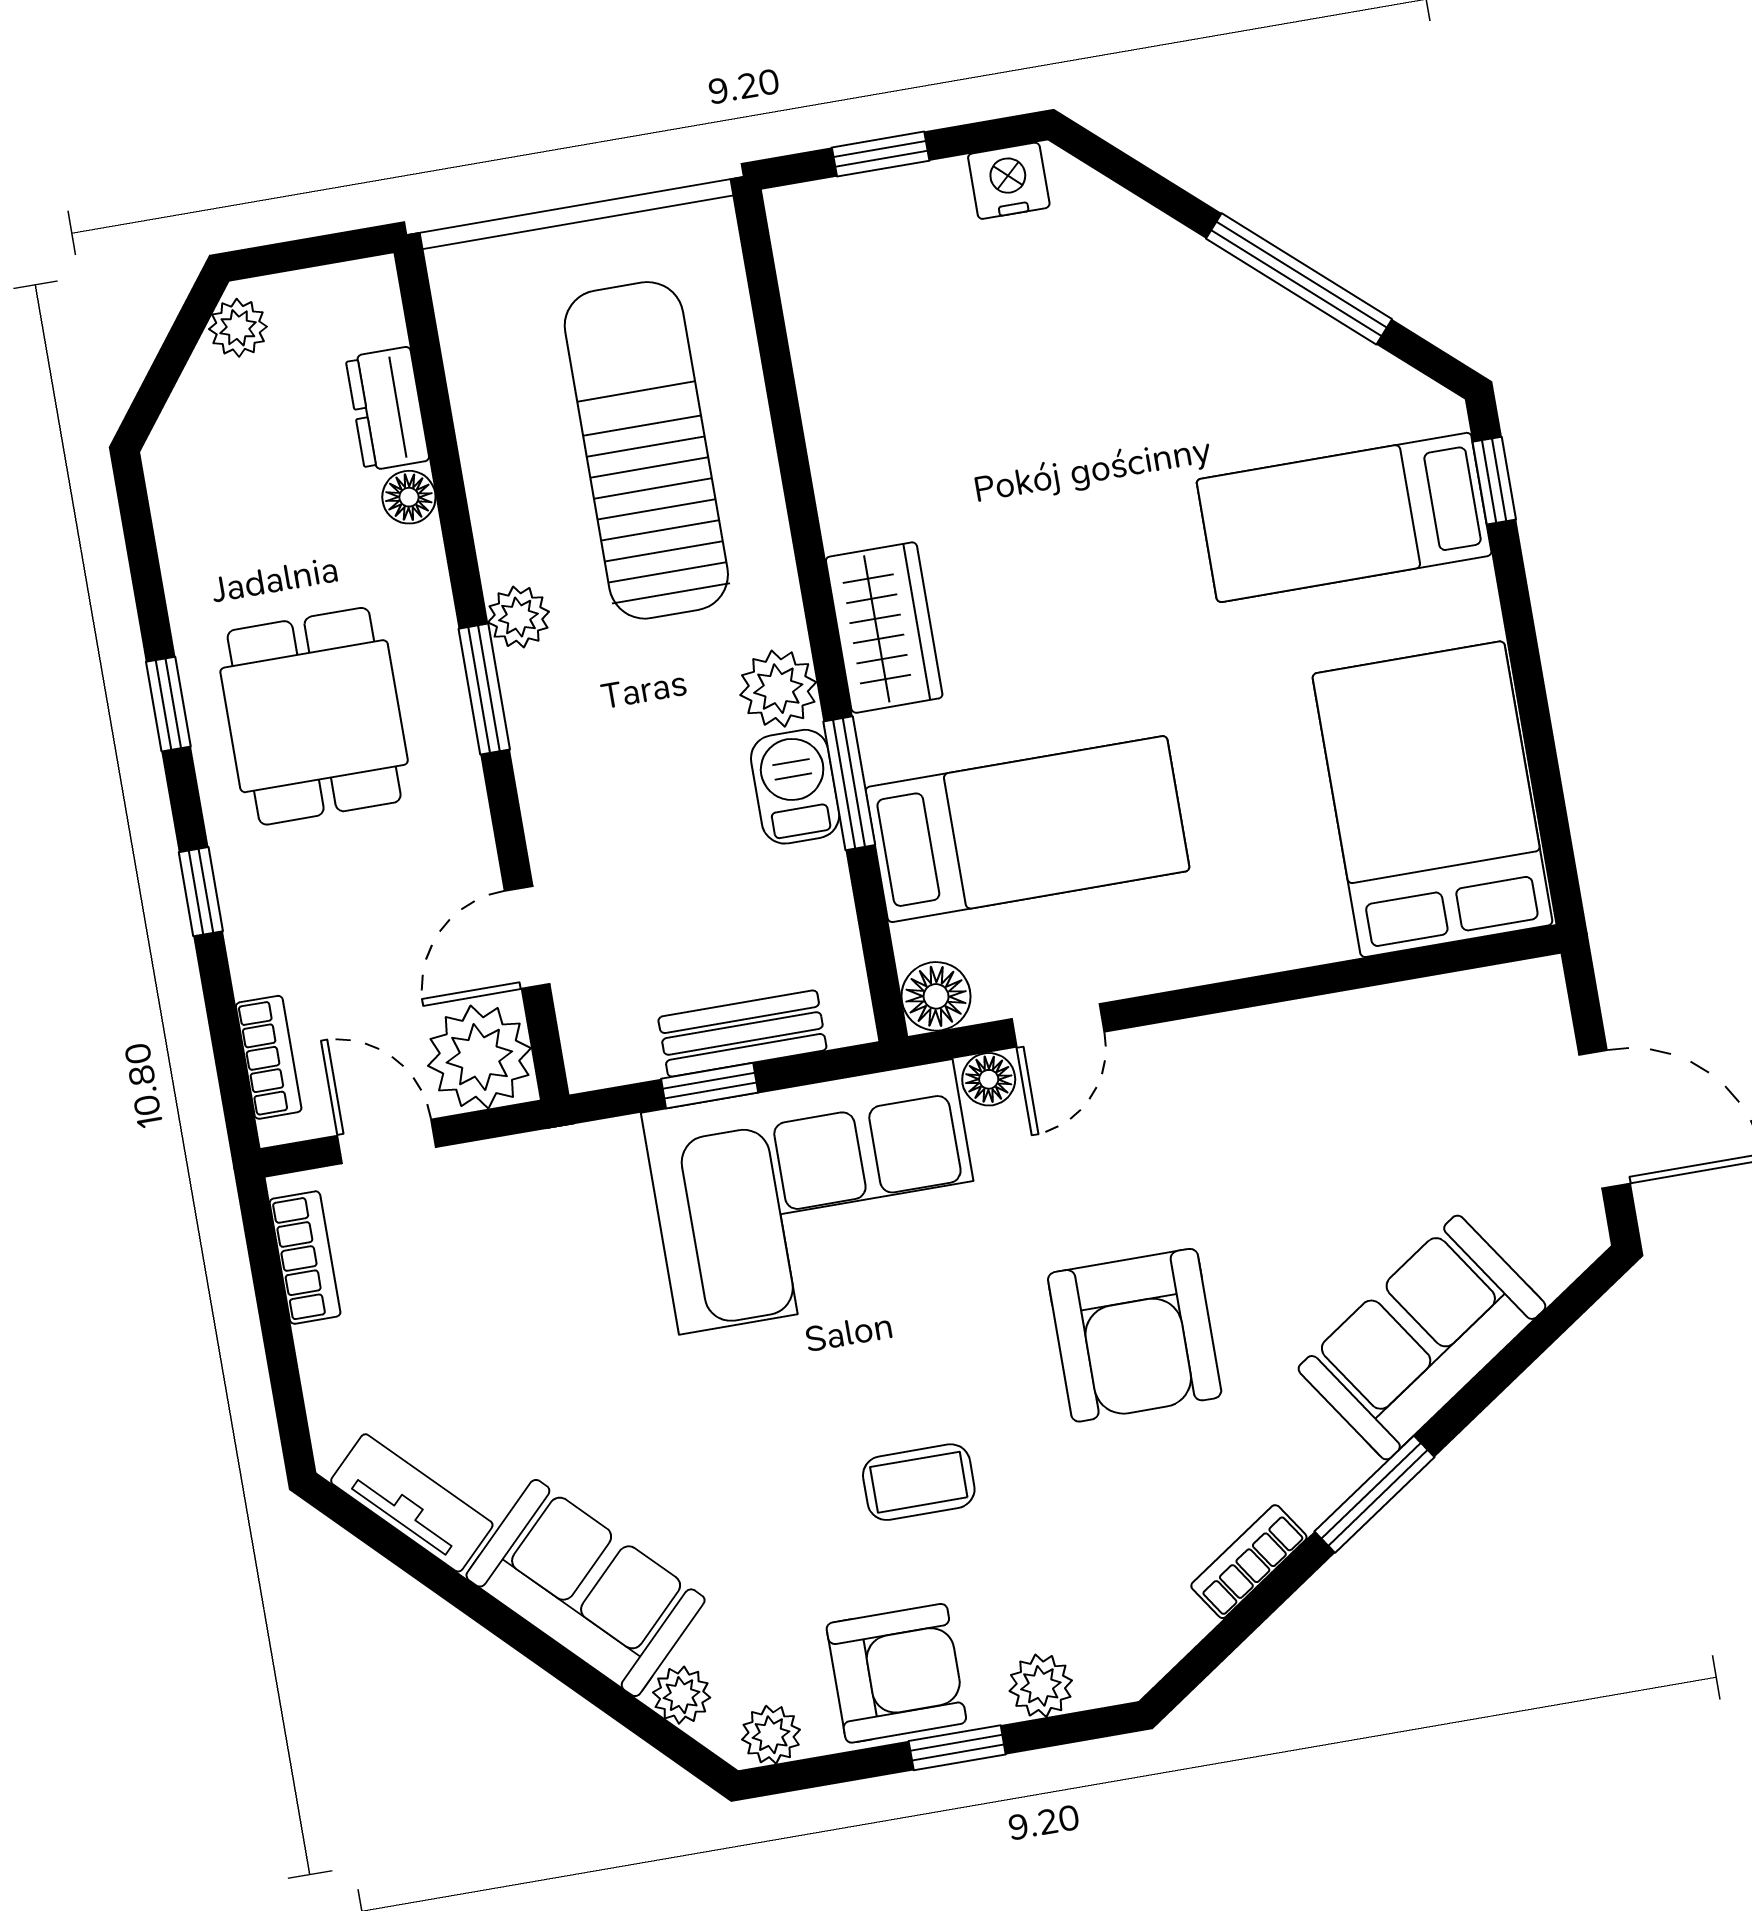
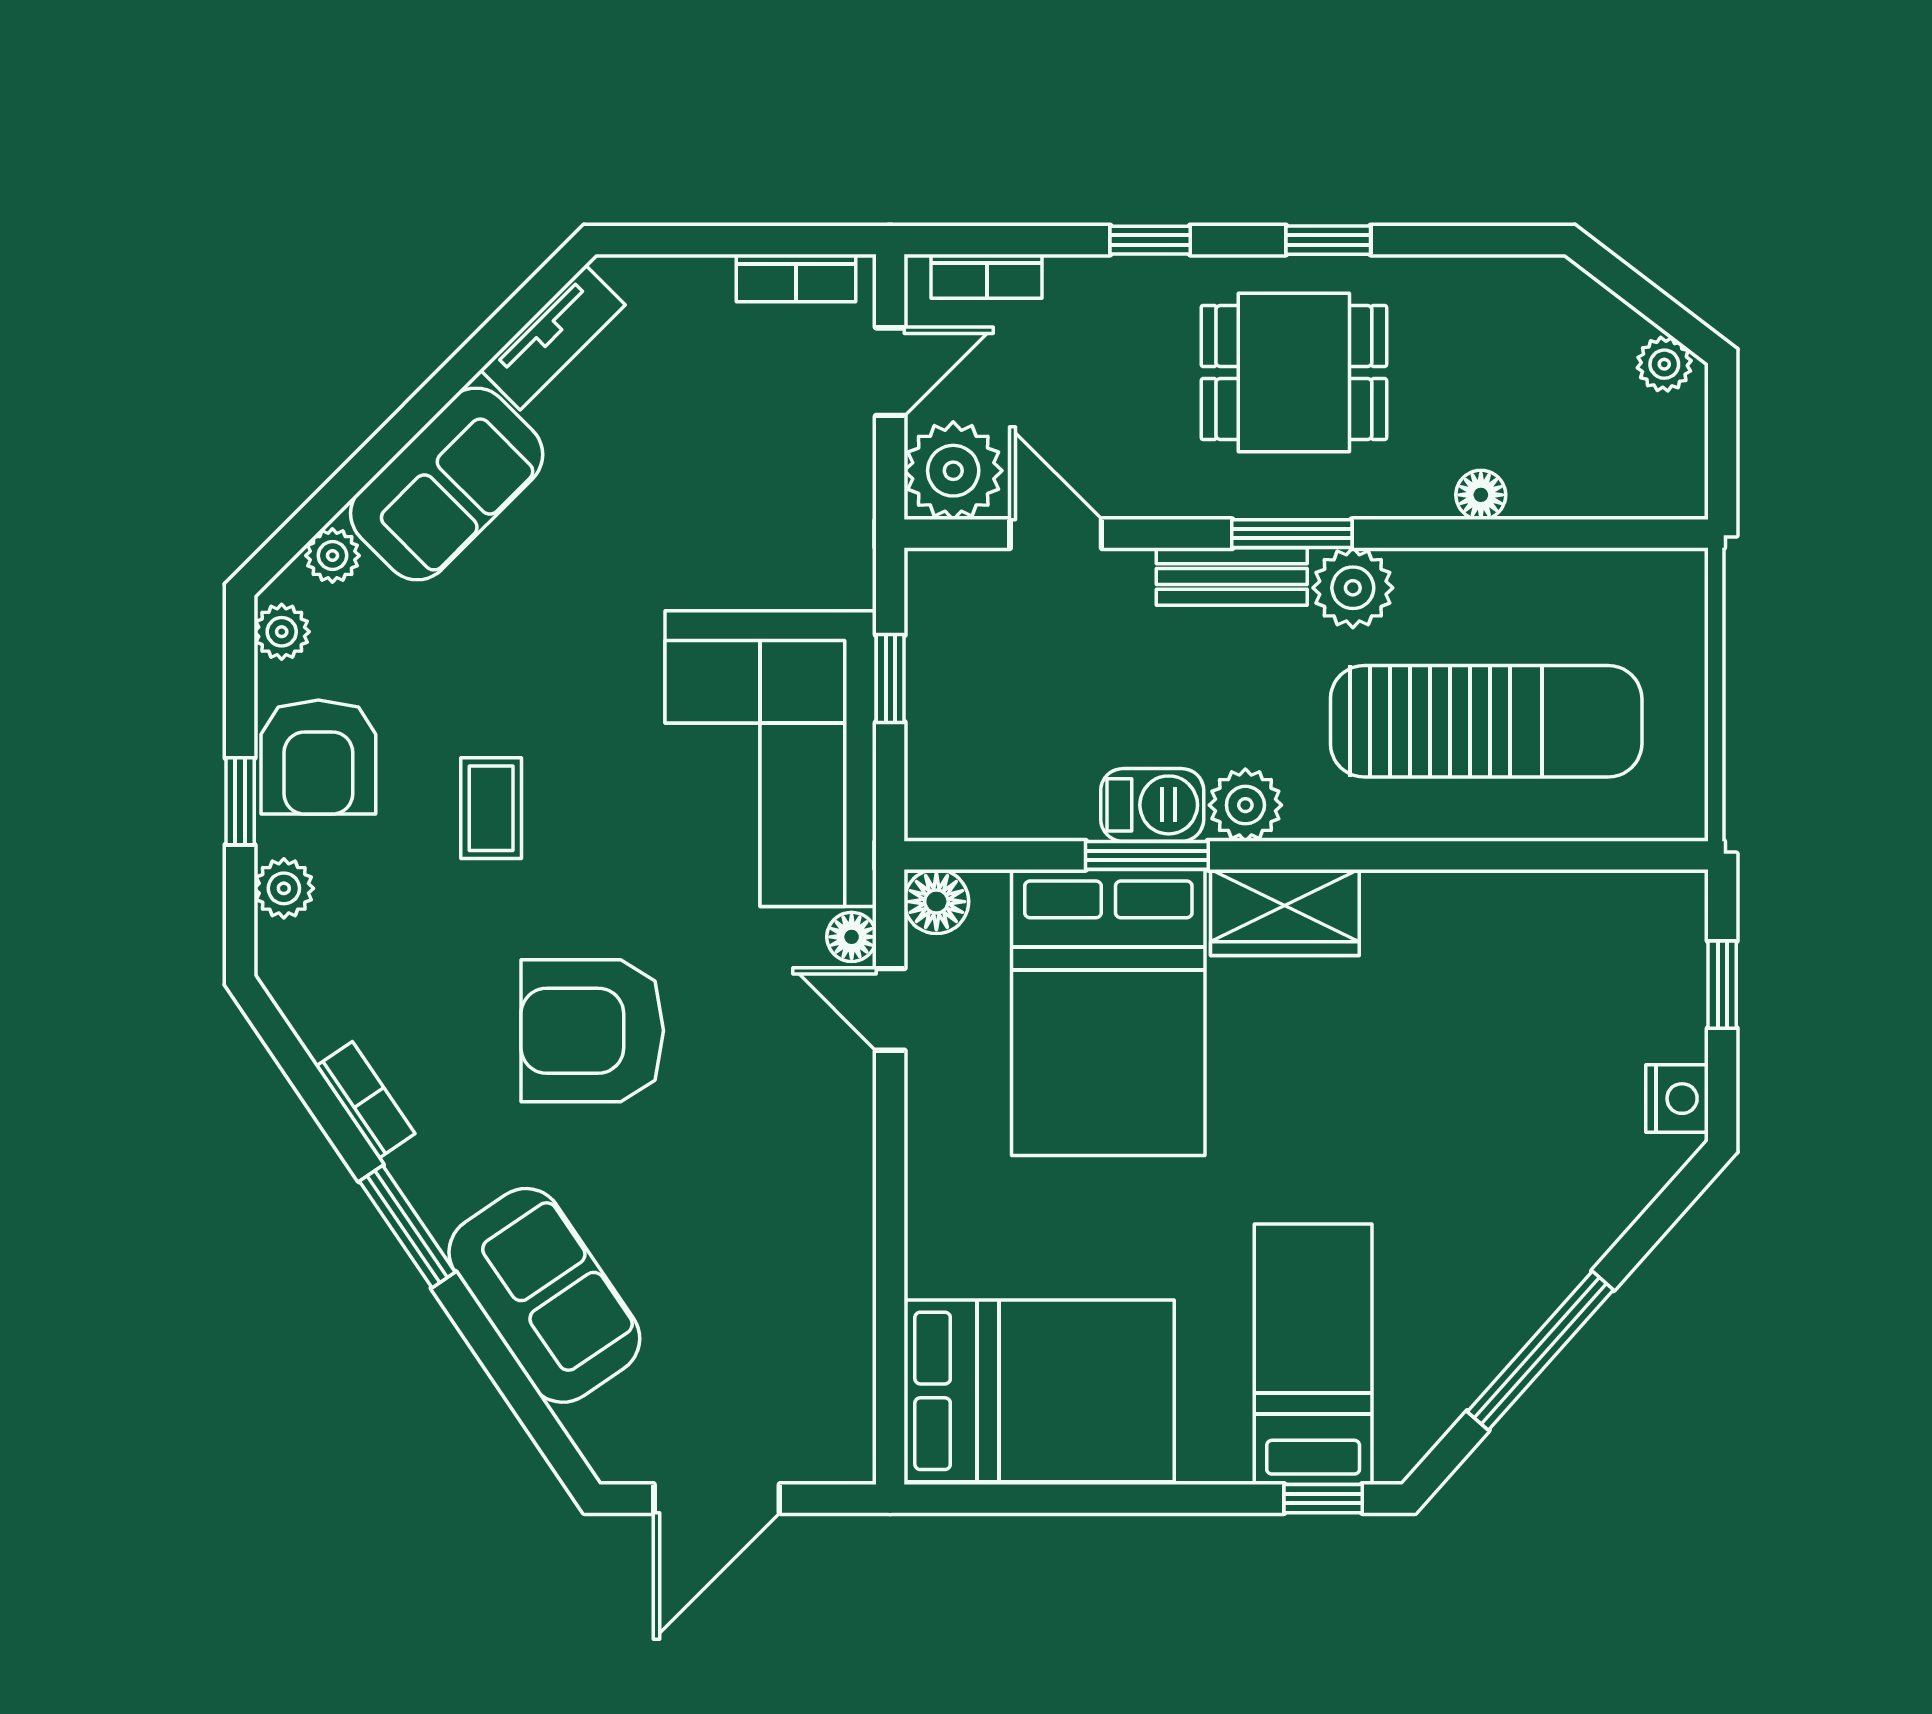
dresser: (387, 409) -> (1566, 489), removed
plant: (519, 617) -> (1353, 588), width x1.38, depth x1.38
bed: (1027, 829) -> (1108, 1012), width x1.50
bench: (742, 1034) -> (1232, 576), moved, turned 90

